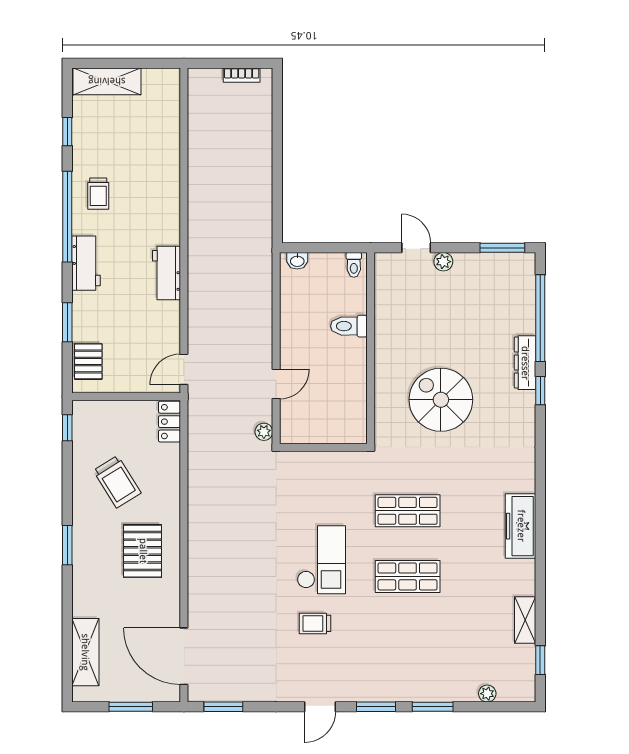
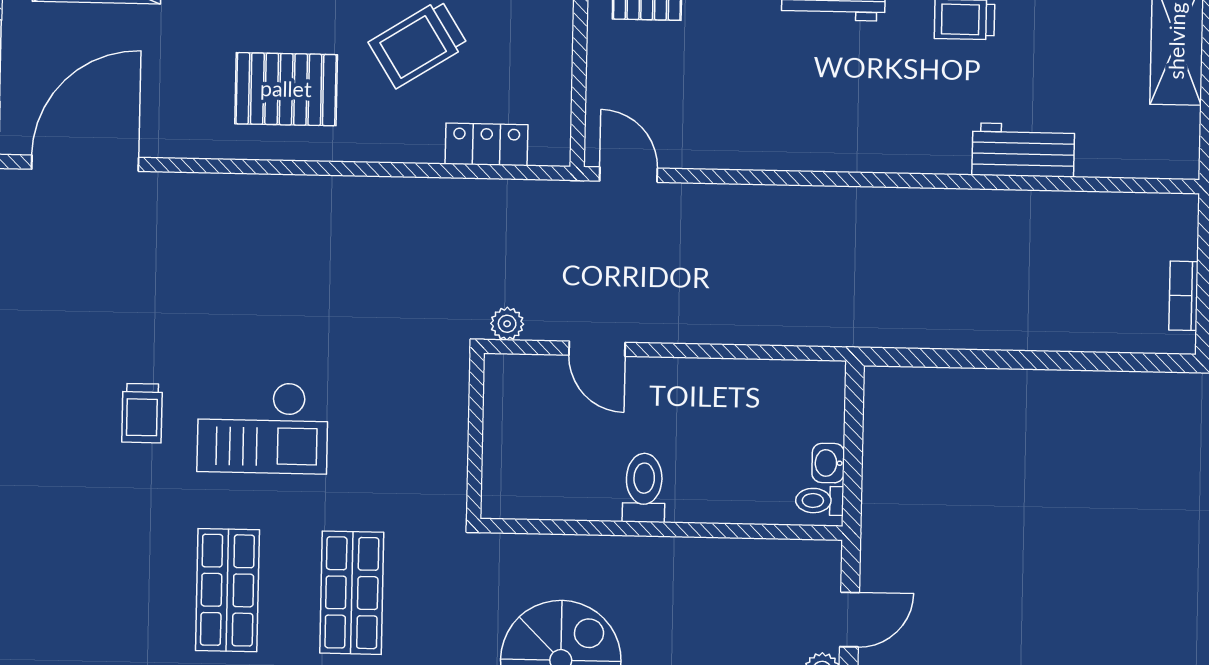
washbasin: (297, 261) -> (828, 463), moved
workbench: (167, 273) -> (1023, 150), moved
toilet: (349, 326) -> (644, 488), moved
locker: (169, 422) -> (486, 144), moved
trolley: (315, 623) -> (142, 413), turned 180

